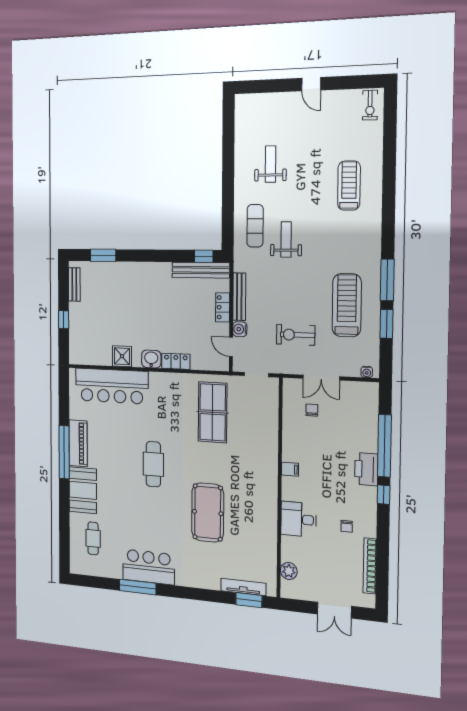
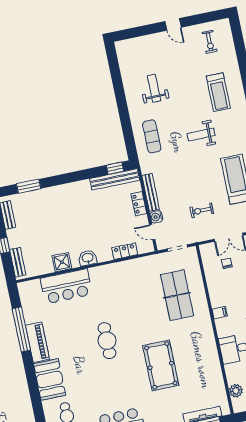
exercise bike: (370, 105) -> (210, 42), moved
treadmill: (349, 186) -> (218, 92), turned 180
weight bench: (286, 239) -> (201, 135), moved, turned -90
exercise bike: (296, 335) -> (202, 210), width x0.73, depth x0.72
bench: (75, 343) -> (18, 262), added
locker: (176, 361) -> (125, 251), moved
bar counter: (112, 386) -> (66, 286), width x0.73
table tennis table: (213, 412) -> (177, 295), moved
window: (64, 452) -> (21, 329), moved

